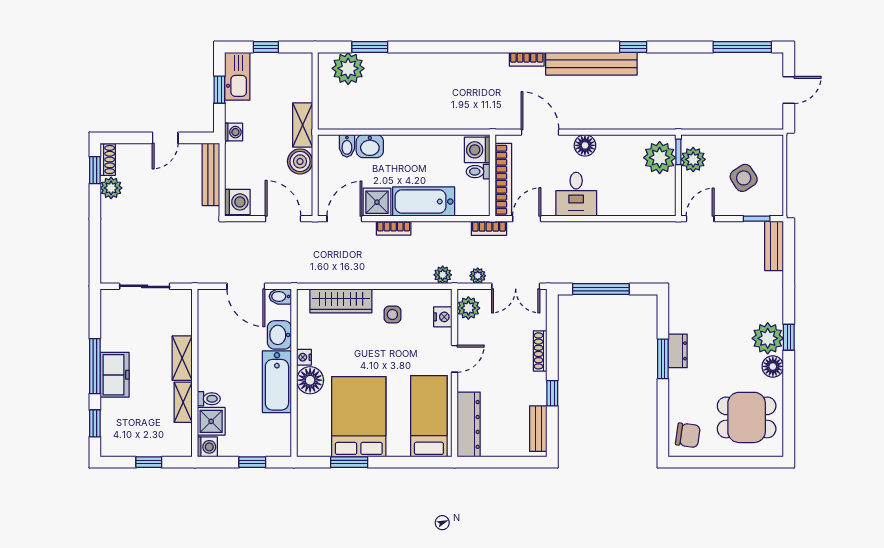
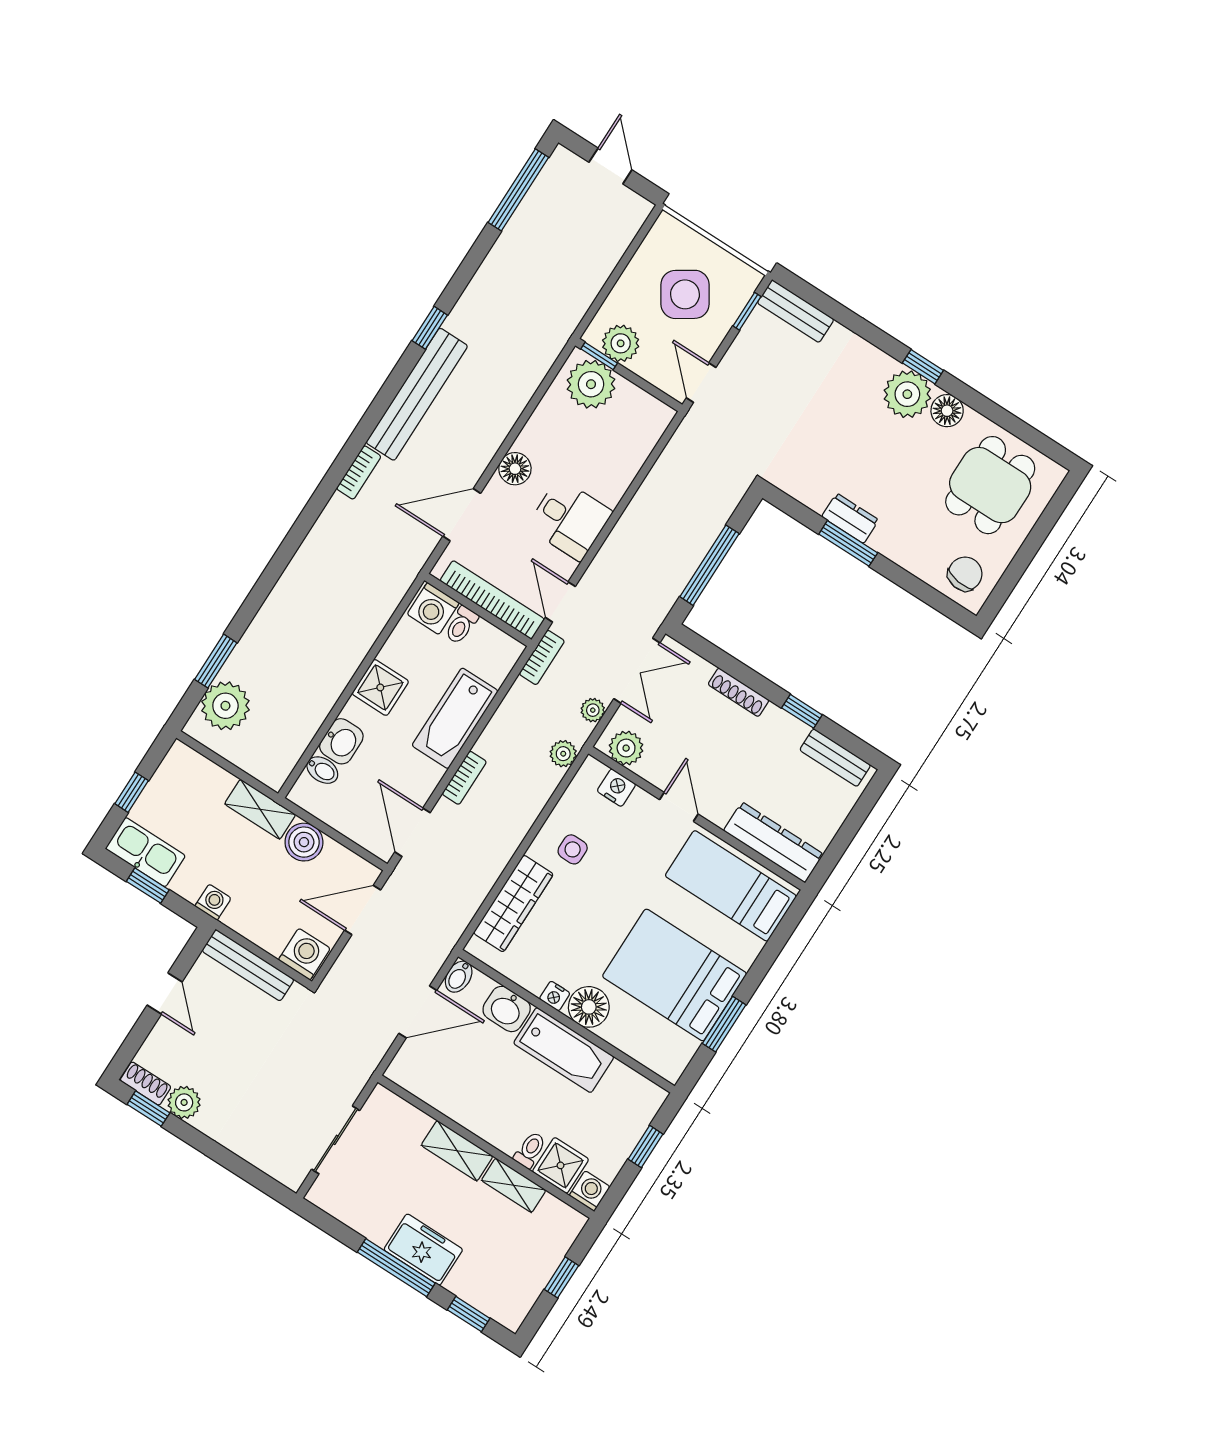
side table: (744, 178) -> (685, 294), width x1.37, depth x1.37
shower: (377, 202) -> (380, 687), moved

